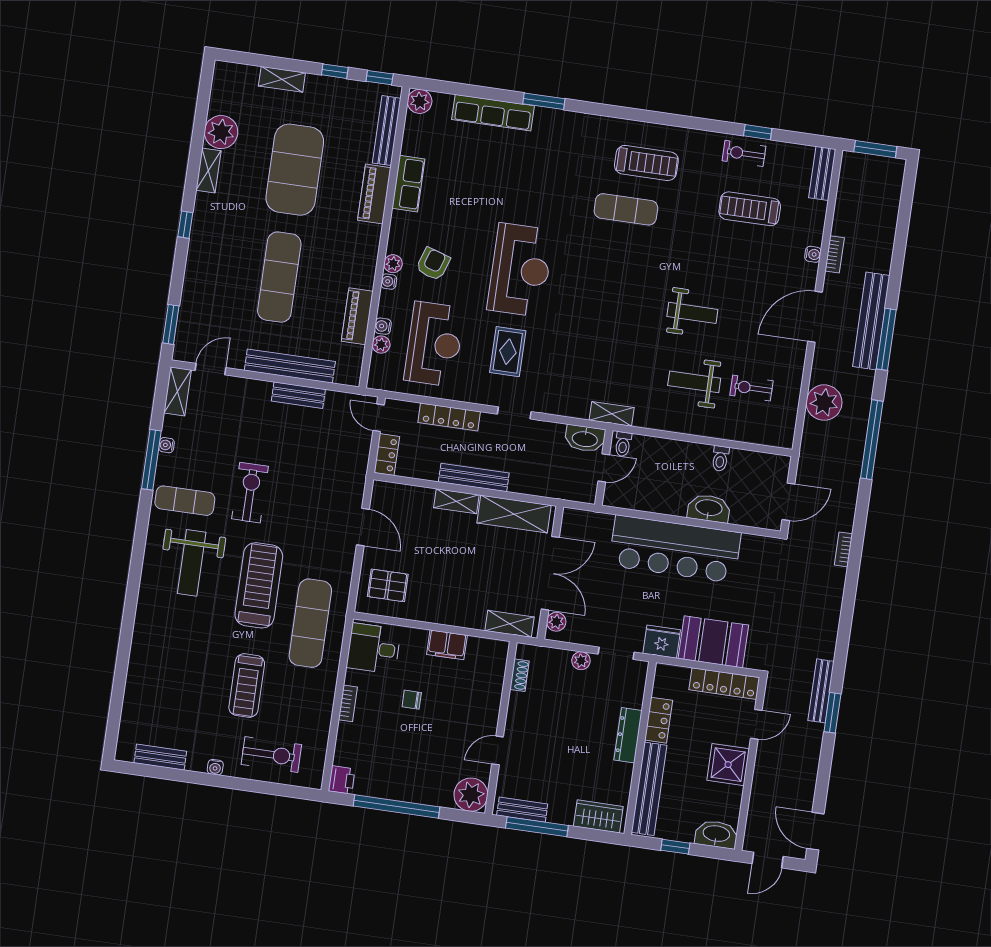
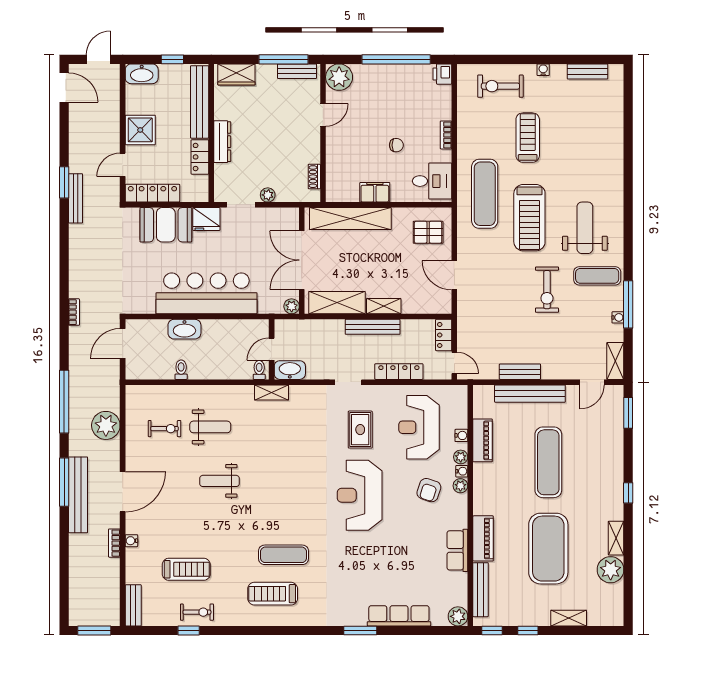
plant: (381, 345) -> (461, 457), moved
plant: (556, 622) -> (292, 306), moved
shelving: (509, 624) -> (350, 219), width x2.20, depth x1.33

